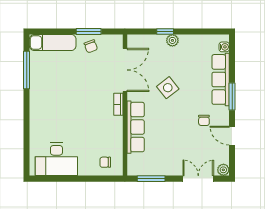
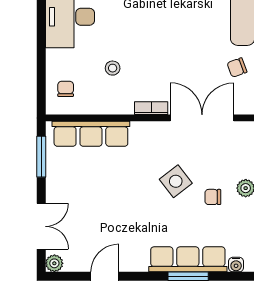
double door: (125, 70) -> (202, 118), swing flipped
window: (232, 96) -> (188, 276), moved
chair: (204, 120) -> (213, 197), moved
row of seats: (136, 127) -> (91, 134), moved
stool: (91, 130) -> (113, 68), added

